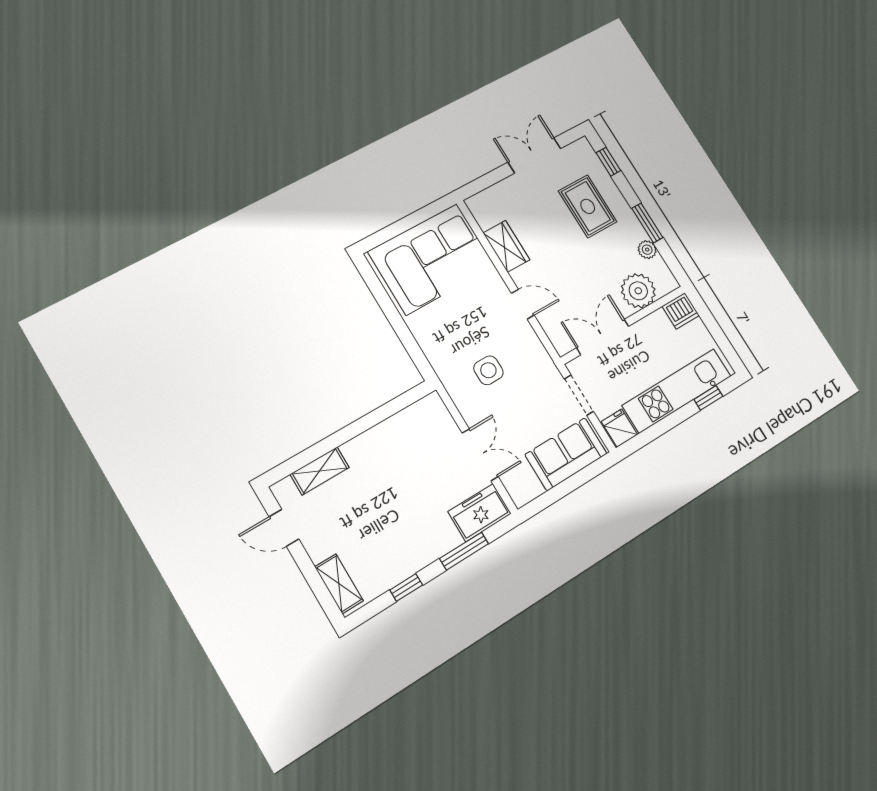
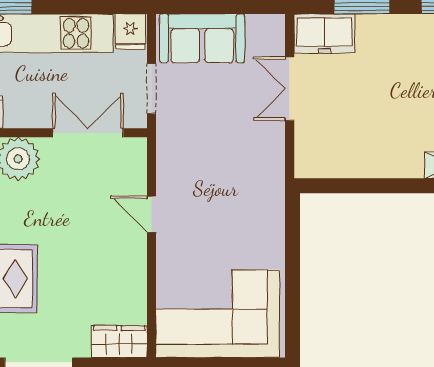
wardrobe: (506, 246) -> (119, 342), moved, turned 90
double door: (603, 337) -> (88, 133), swing flipped
side table: (488, 370) -> (229, 167), removed

